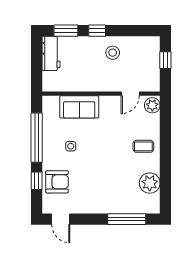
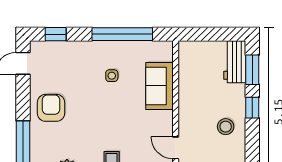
workbench: (51, 53) -> (235, 62), moved, turned 90
window: (37, 181) -> (56, 34), moved
armchair: (57, 182) -> (51, 108), moved, turned 180

